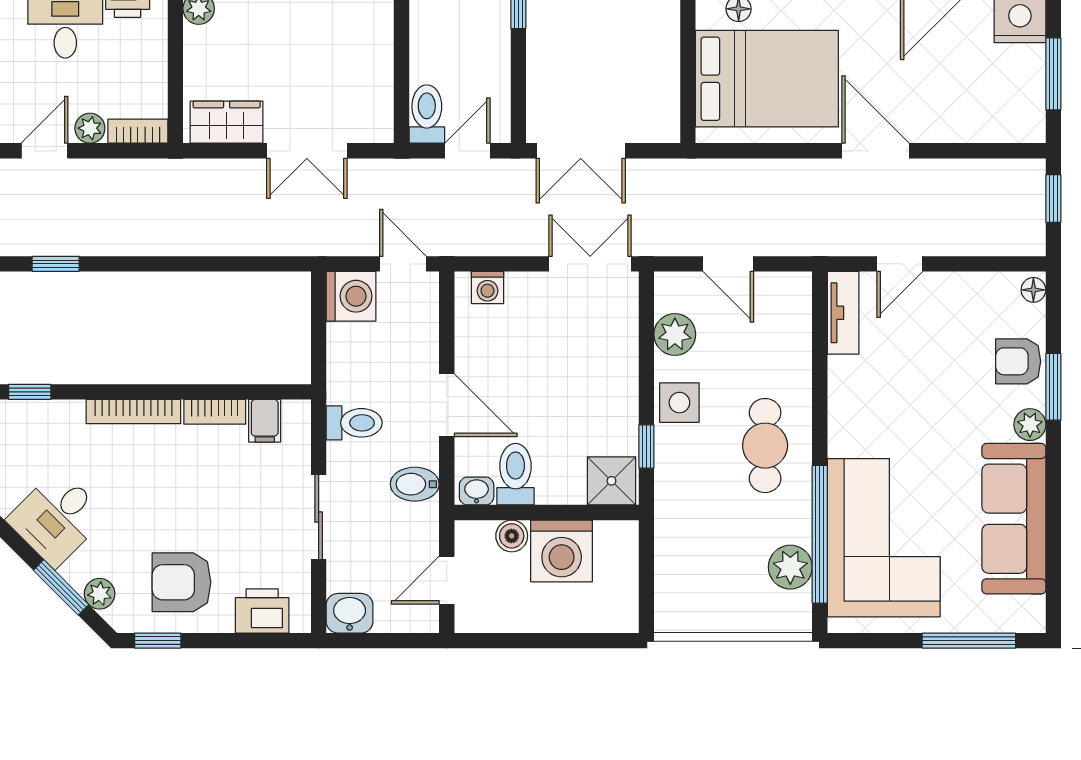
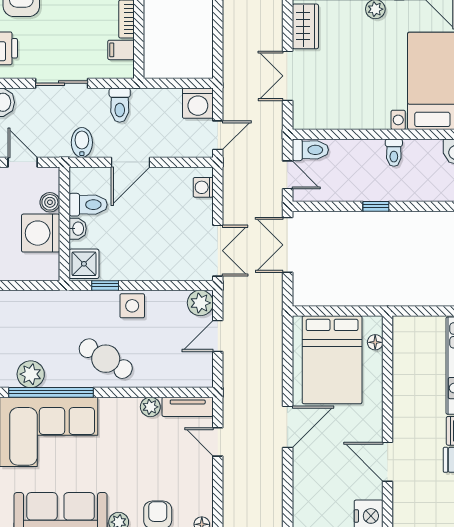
plant: (675, 334) -> (200, 303), moved
plant: (843, 373) -> (150, 407), added
cafe table: (765, 446) -> (106, 359), turned 31
washbasin: (477, 491) -> (78, 229), moved

